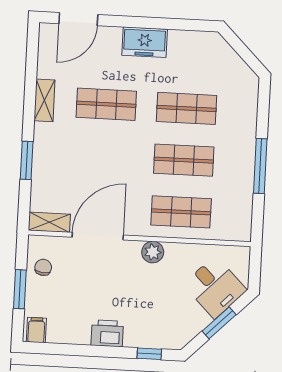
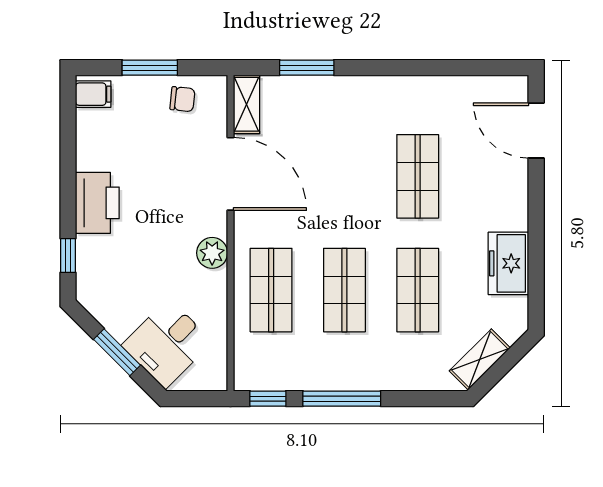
freezer: (145, 42) -> (508, 263), moved
shelving: (44, 100) -> (480, 359), moved, turned -45
window: (27, 160) -> (307, 68), moved
window: (258, 218) -> (268, 399), added
printer: (107, 333) -> (97, 203), width x1.37, depth x1.19

